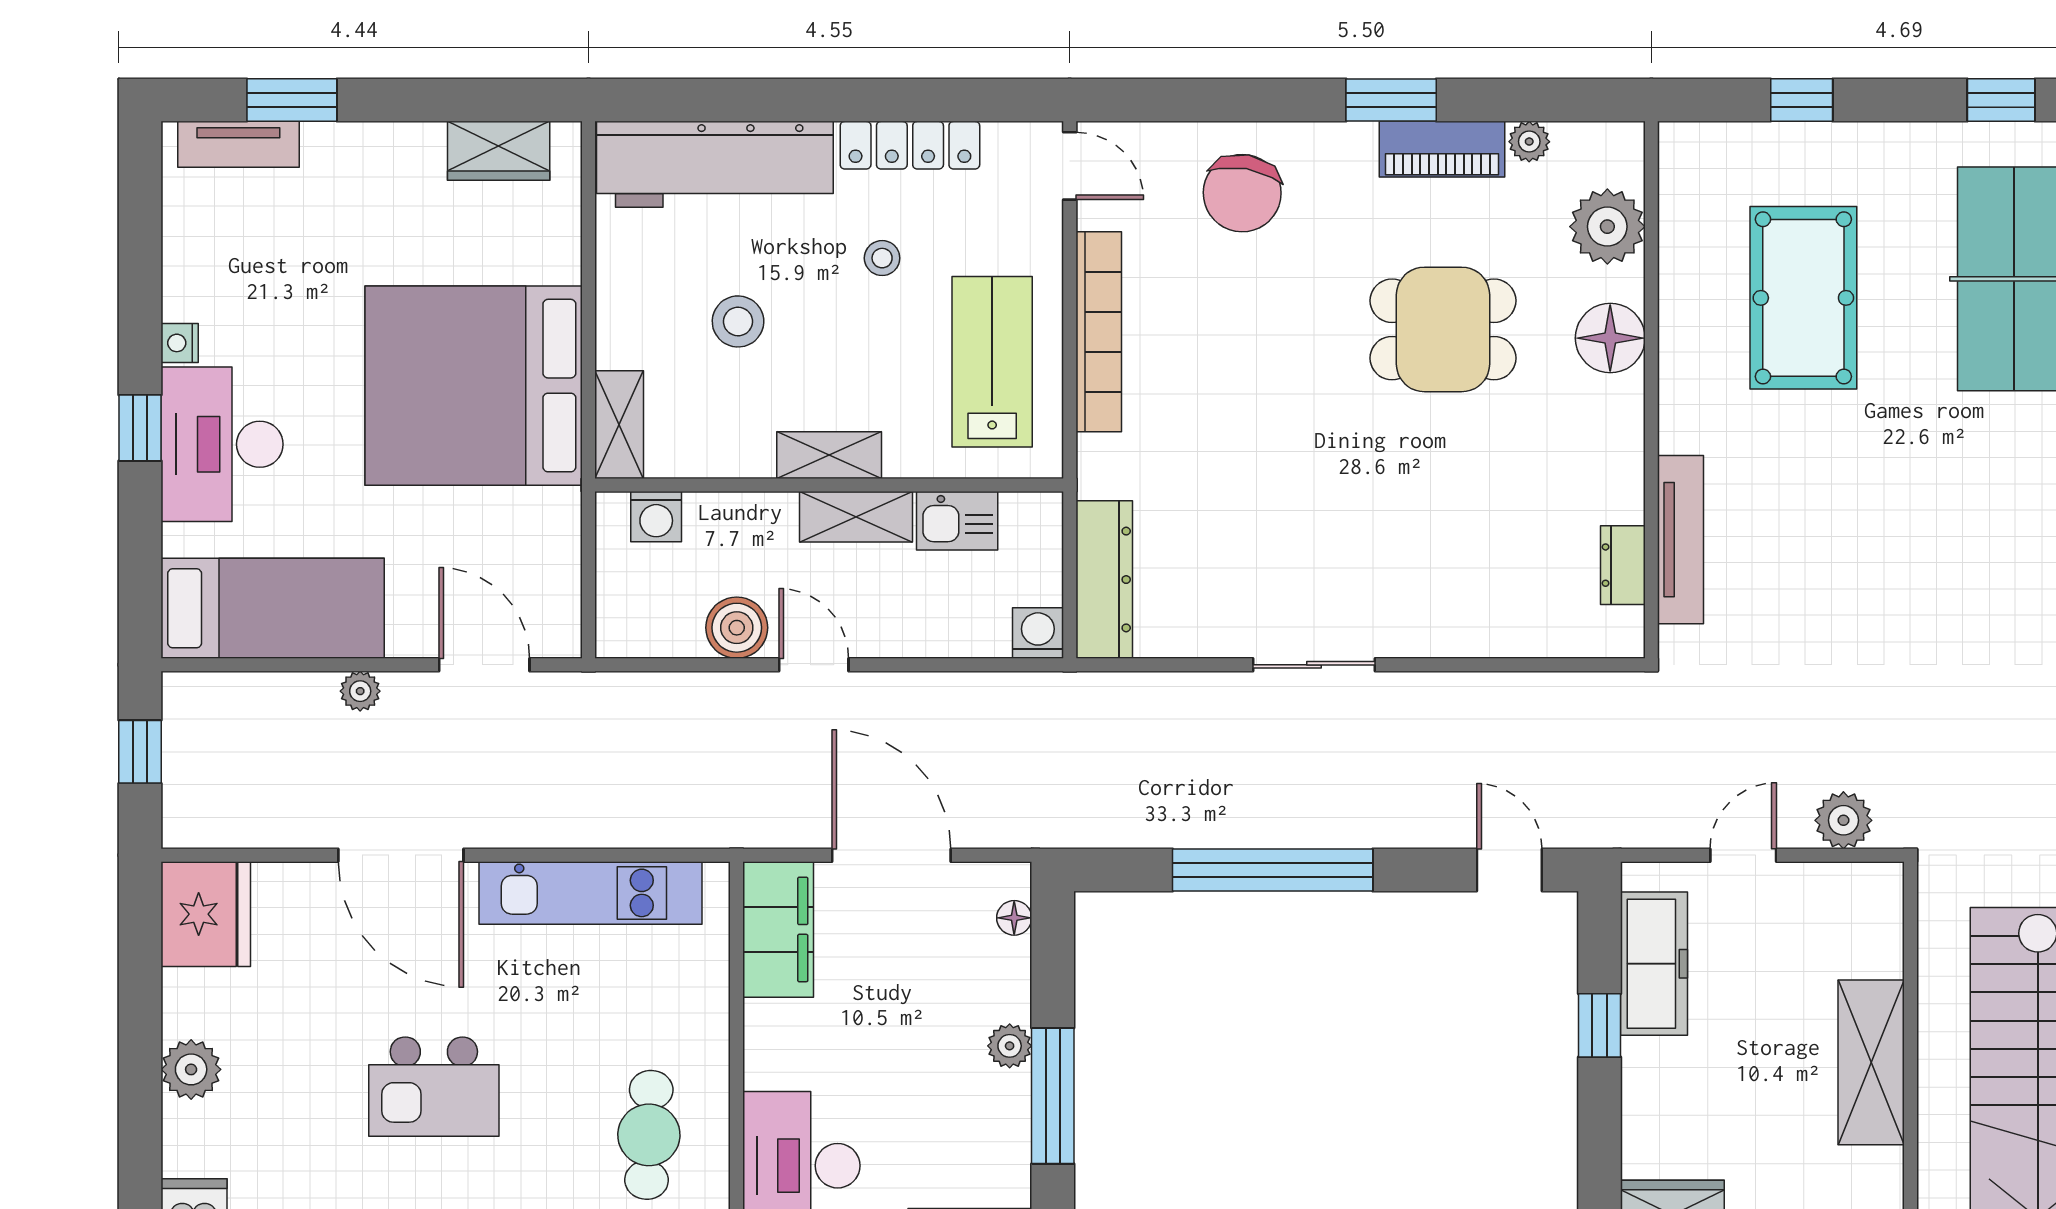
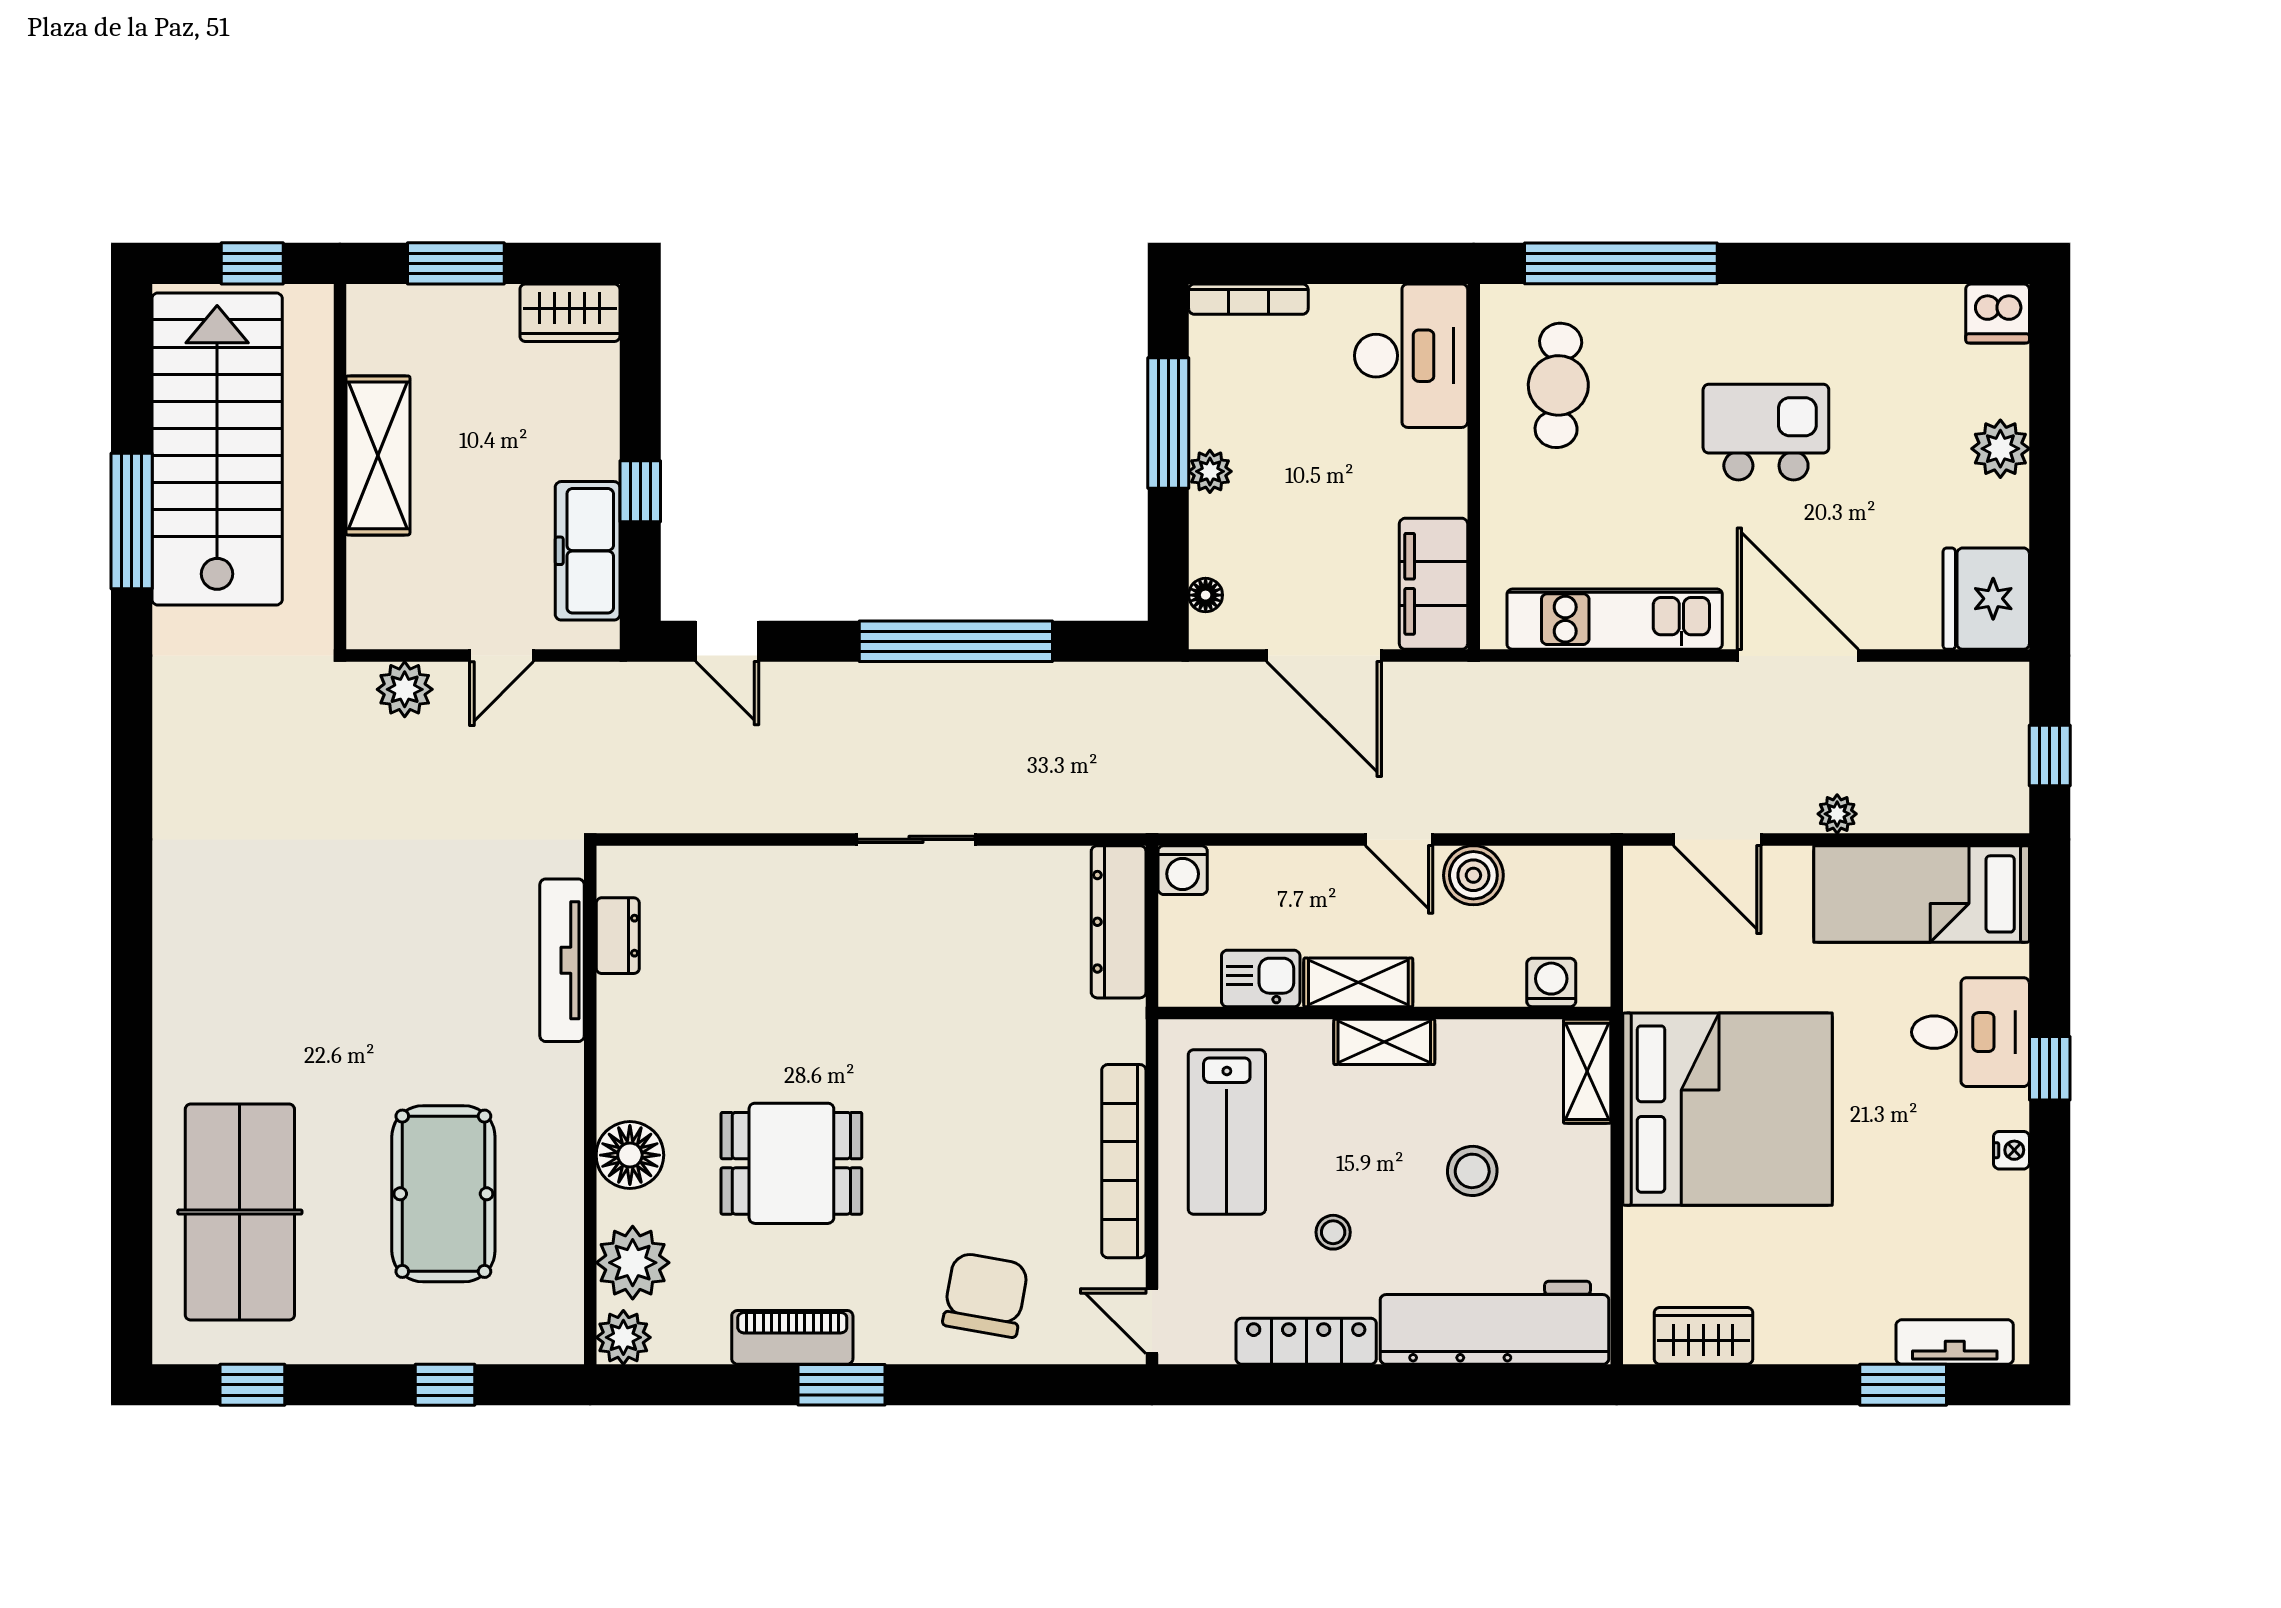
plant: (1529, 142) -> (623, 1337), moved, width x1.38, depth x1.38
desk: (222, 444) -> (1970, 1032), width x0.73

